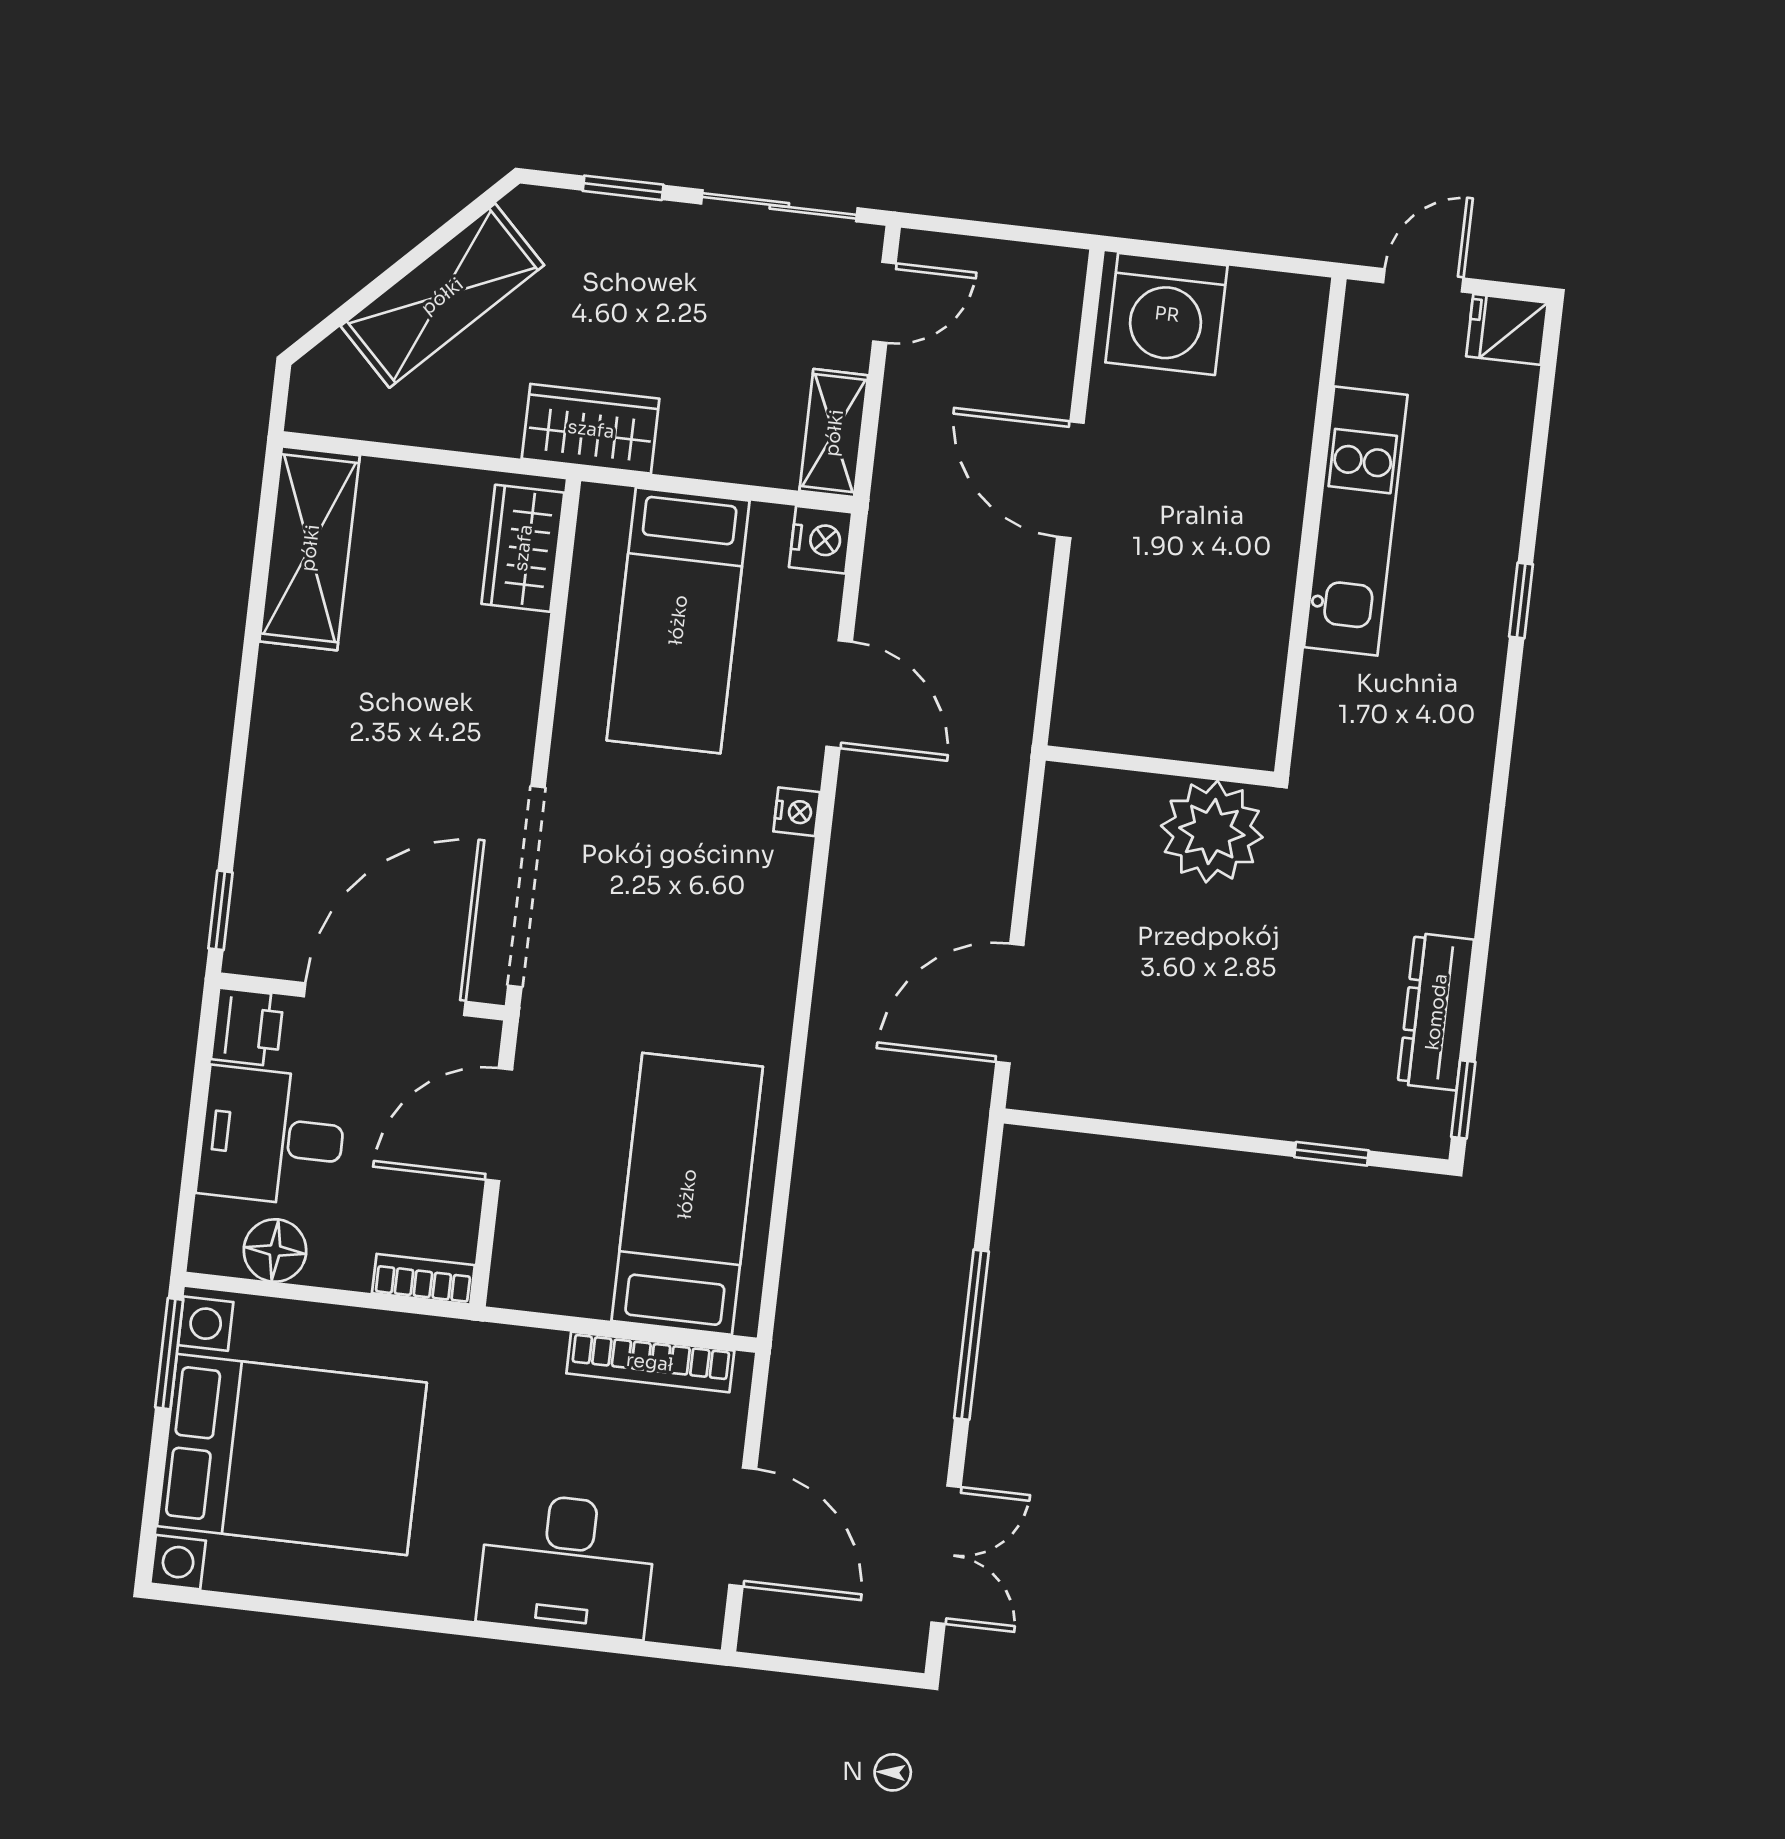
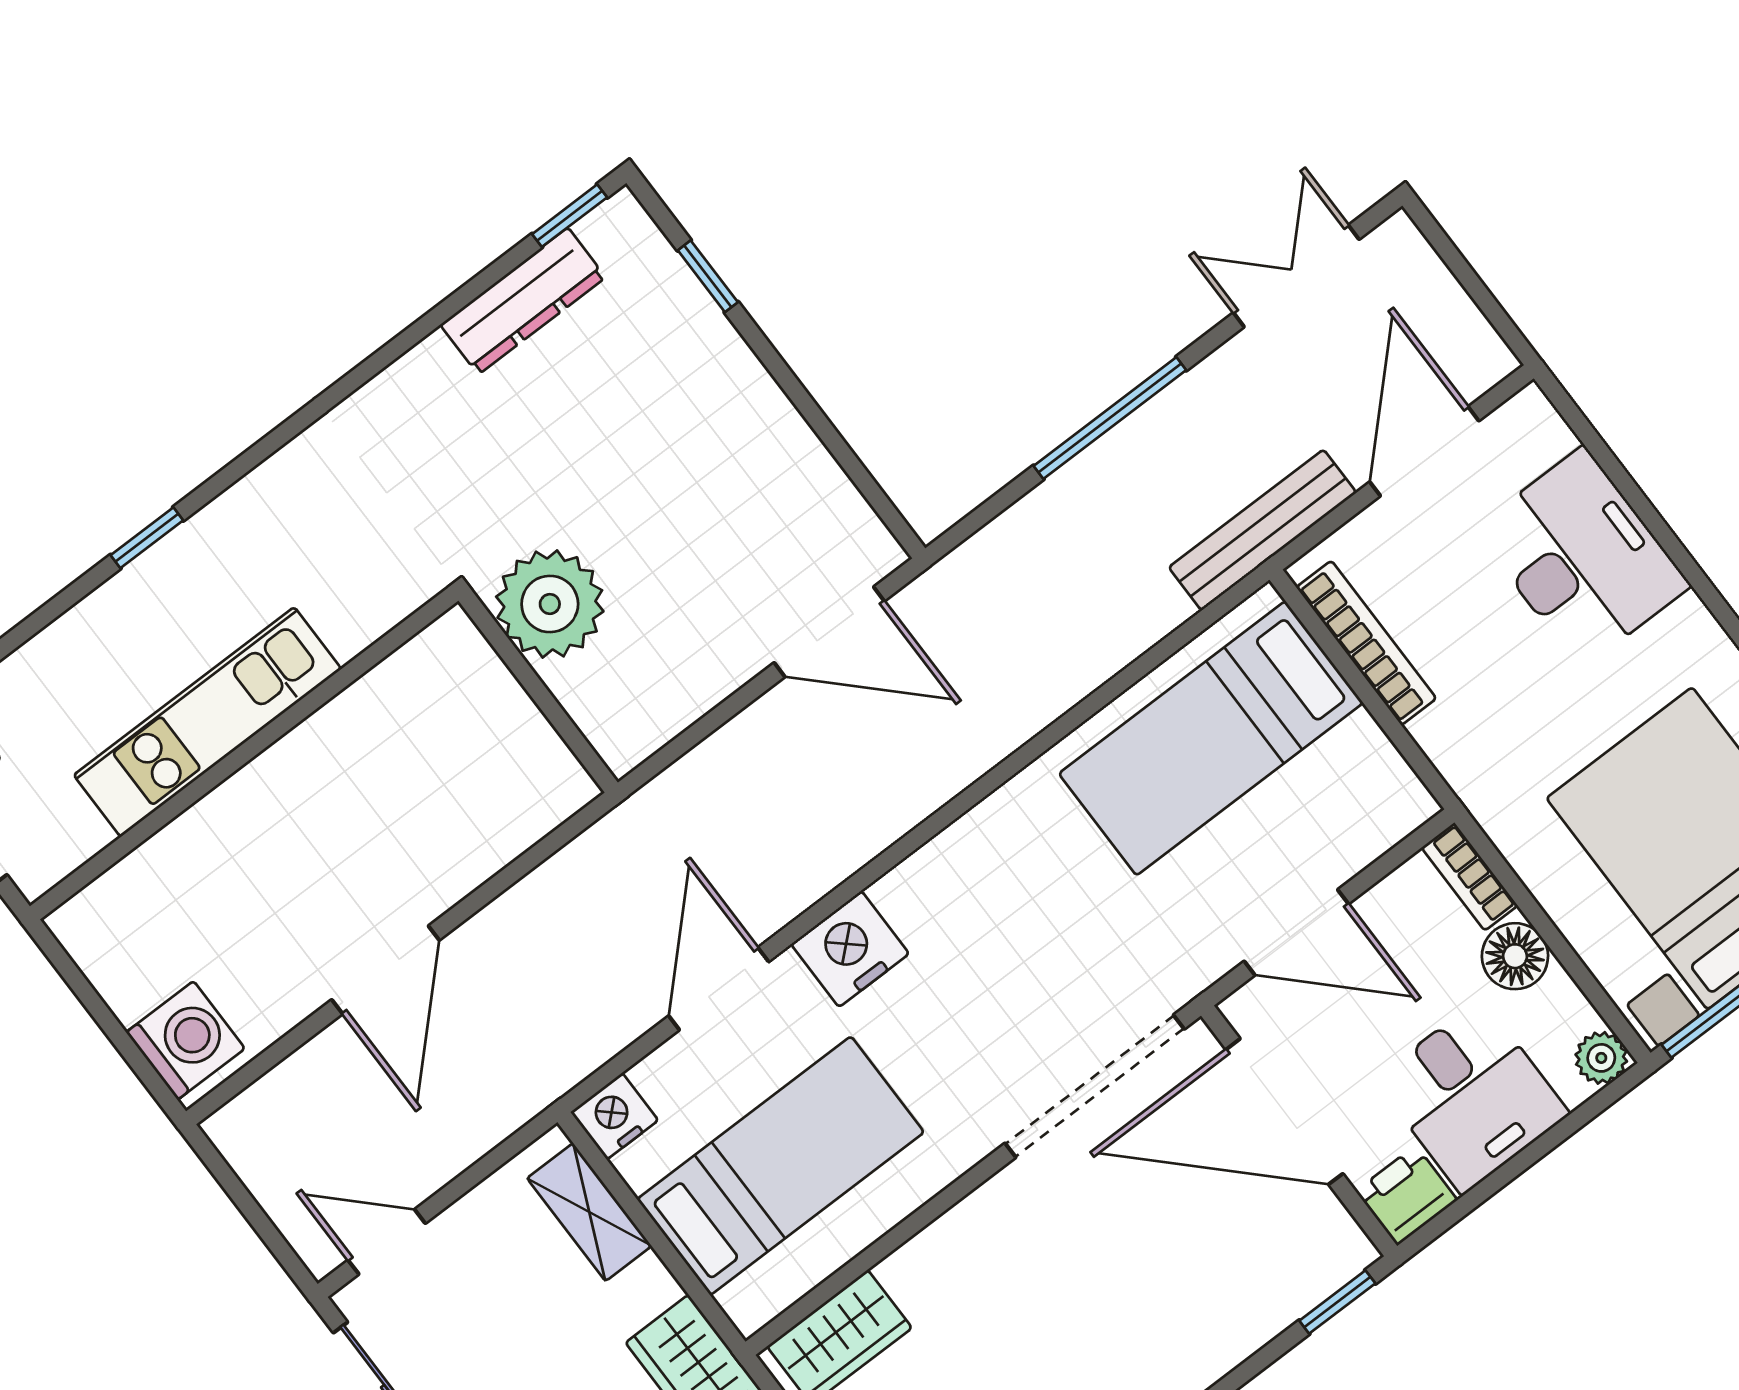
washing machine: (1167, 314) -> (186, 1040), width x0.73, depth x0.73
shelving: (834, 433) -> (589, 1212), moved, turned 90
nightstand: (797, 812) -> (850, 949), width x1.89, depth x1.79
plant: (214, 1250) -> (1601, 1058), added
floor lamp: (275, 1250) -> (1515, 956), moved
bench: (795, 1365) -> (1263, 530), added

